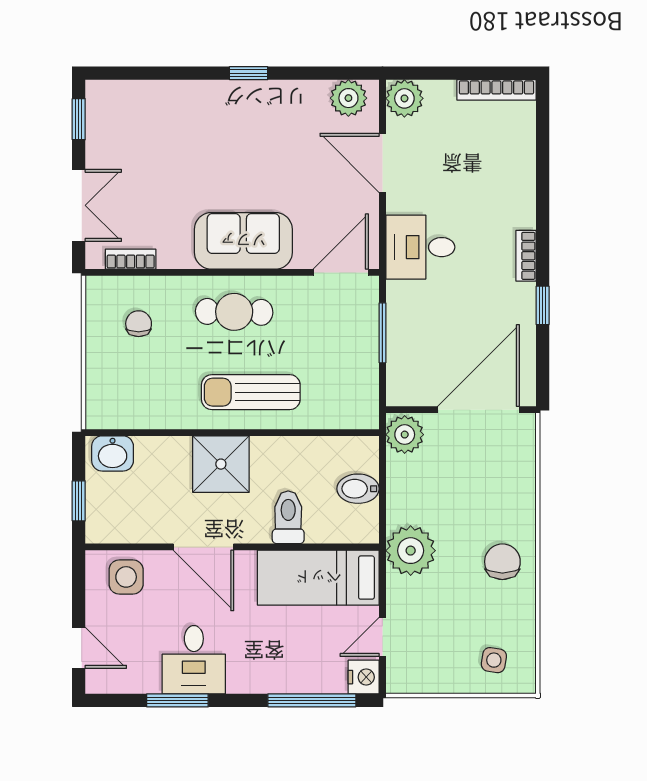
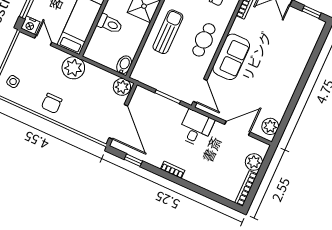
window: (249, 73) -> (299, 90), removed
plant: (404, 98) -> (254, 162), moved
window: (543, 305) -> (133, 160), moved
bidet: (358, 489) -> (124, 65), moved
chair: (502, 562) -> (52, 103), turned 90

